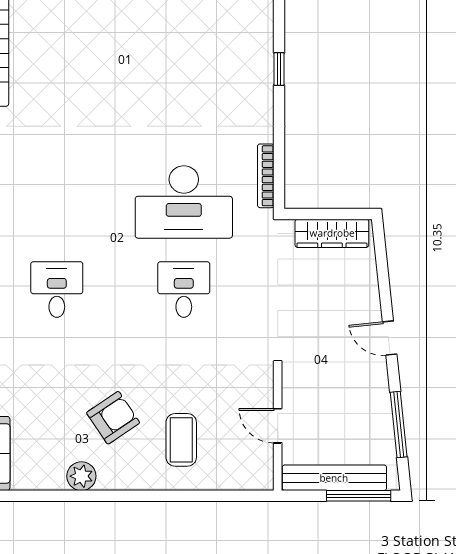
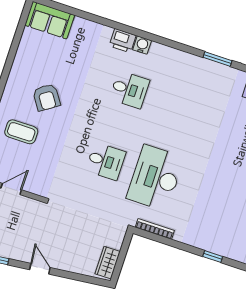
wardrobe: (332, 233) -> (108, 263), width x0.67
door: (390, 338) -> (40, 269), hinge flipped
plant: (81, 476) -> (19, 69), removed

